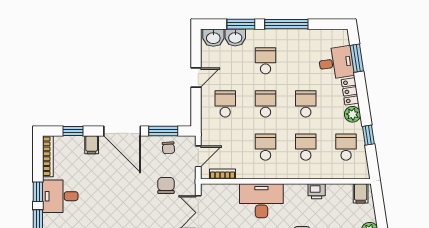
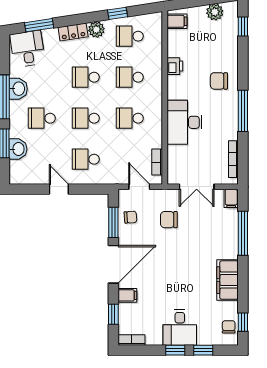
washbasin: (213, 38) -> (18, 89), moved
desk: (336, 63) -> (27, 49), moved
bookcase: (48, 156) -> (132, 340), width x0.64

